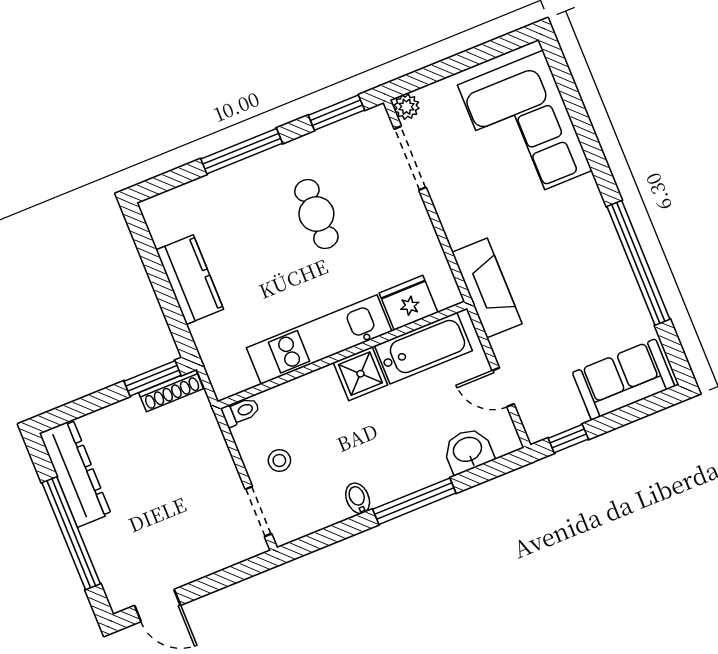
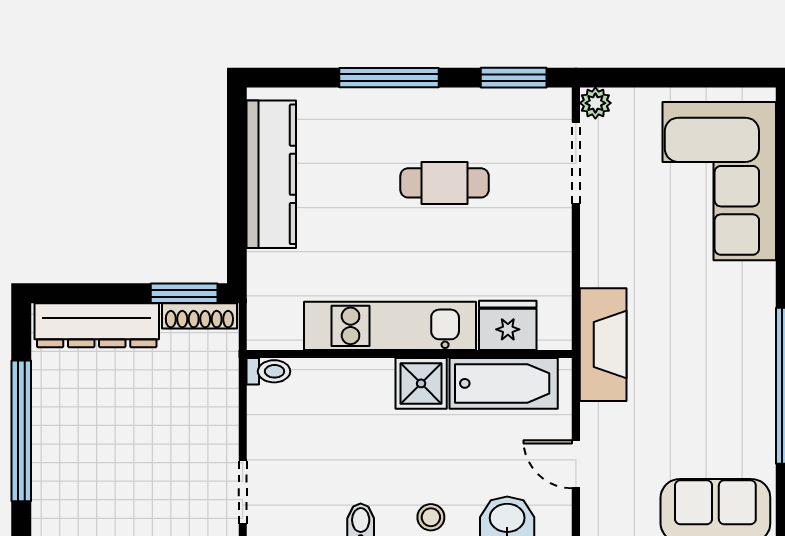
cafe table: (316, 214) -> (445, 183), turned 90
kitchen counter: (190, 280) -> (271, 174), width x1.50
stool: (279, 460) -> (431, 517), moved
dresser: (75, 473) -> (97, 325), moved, turned 90

